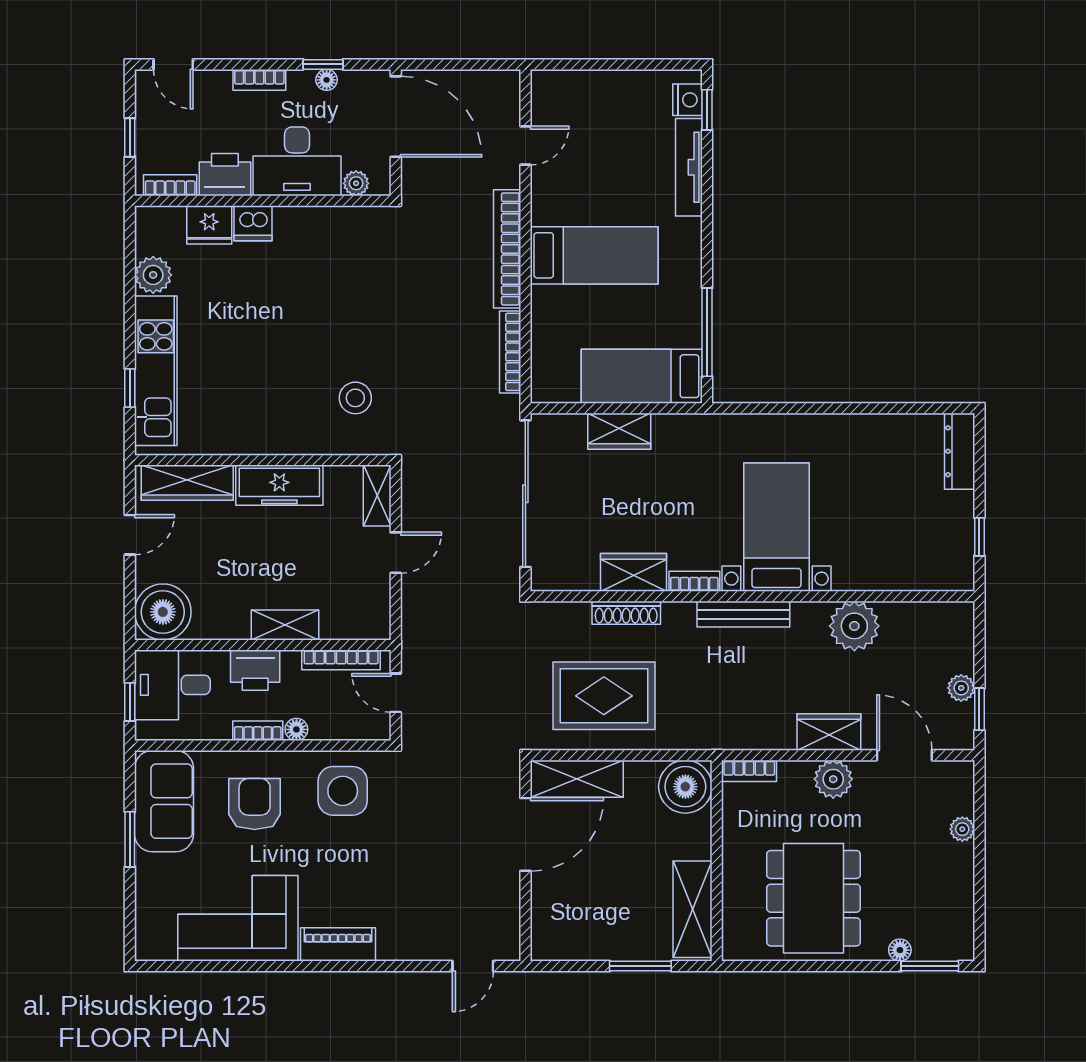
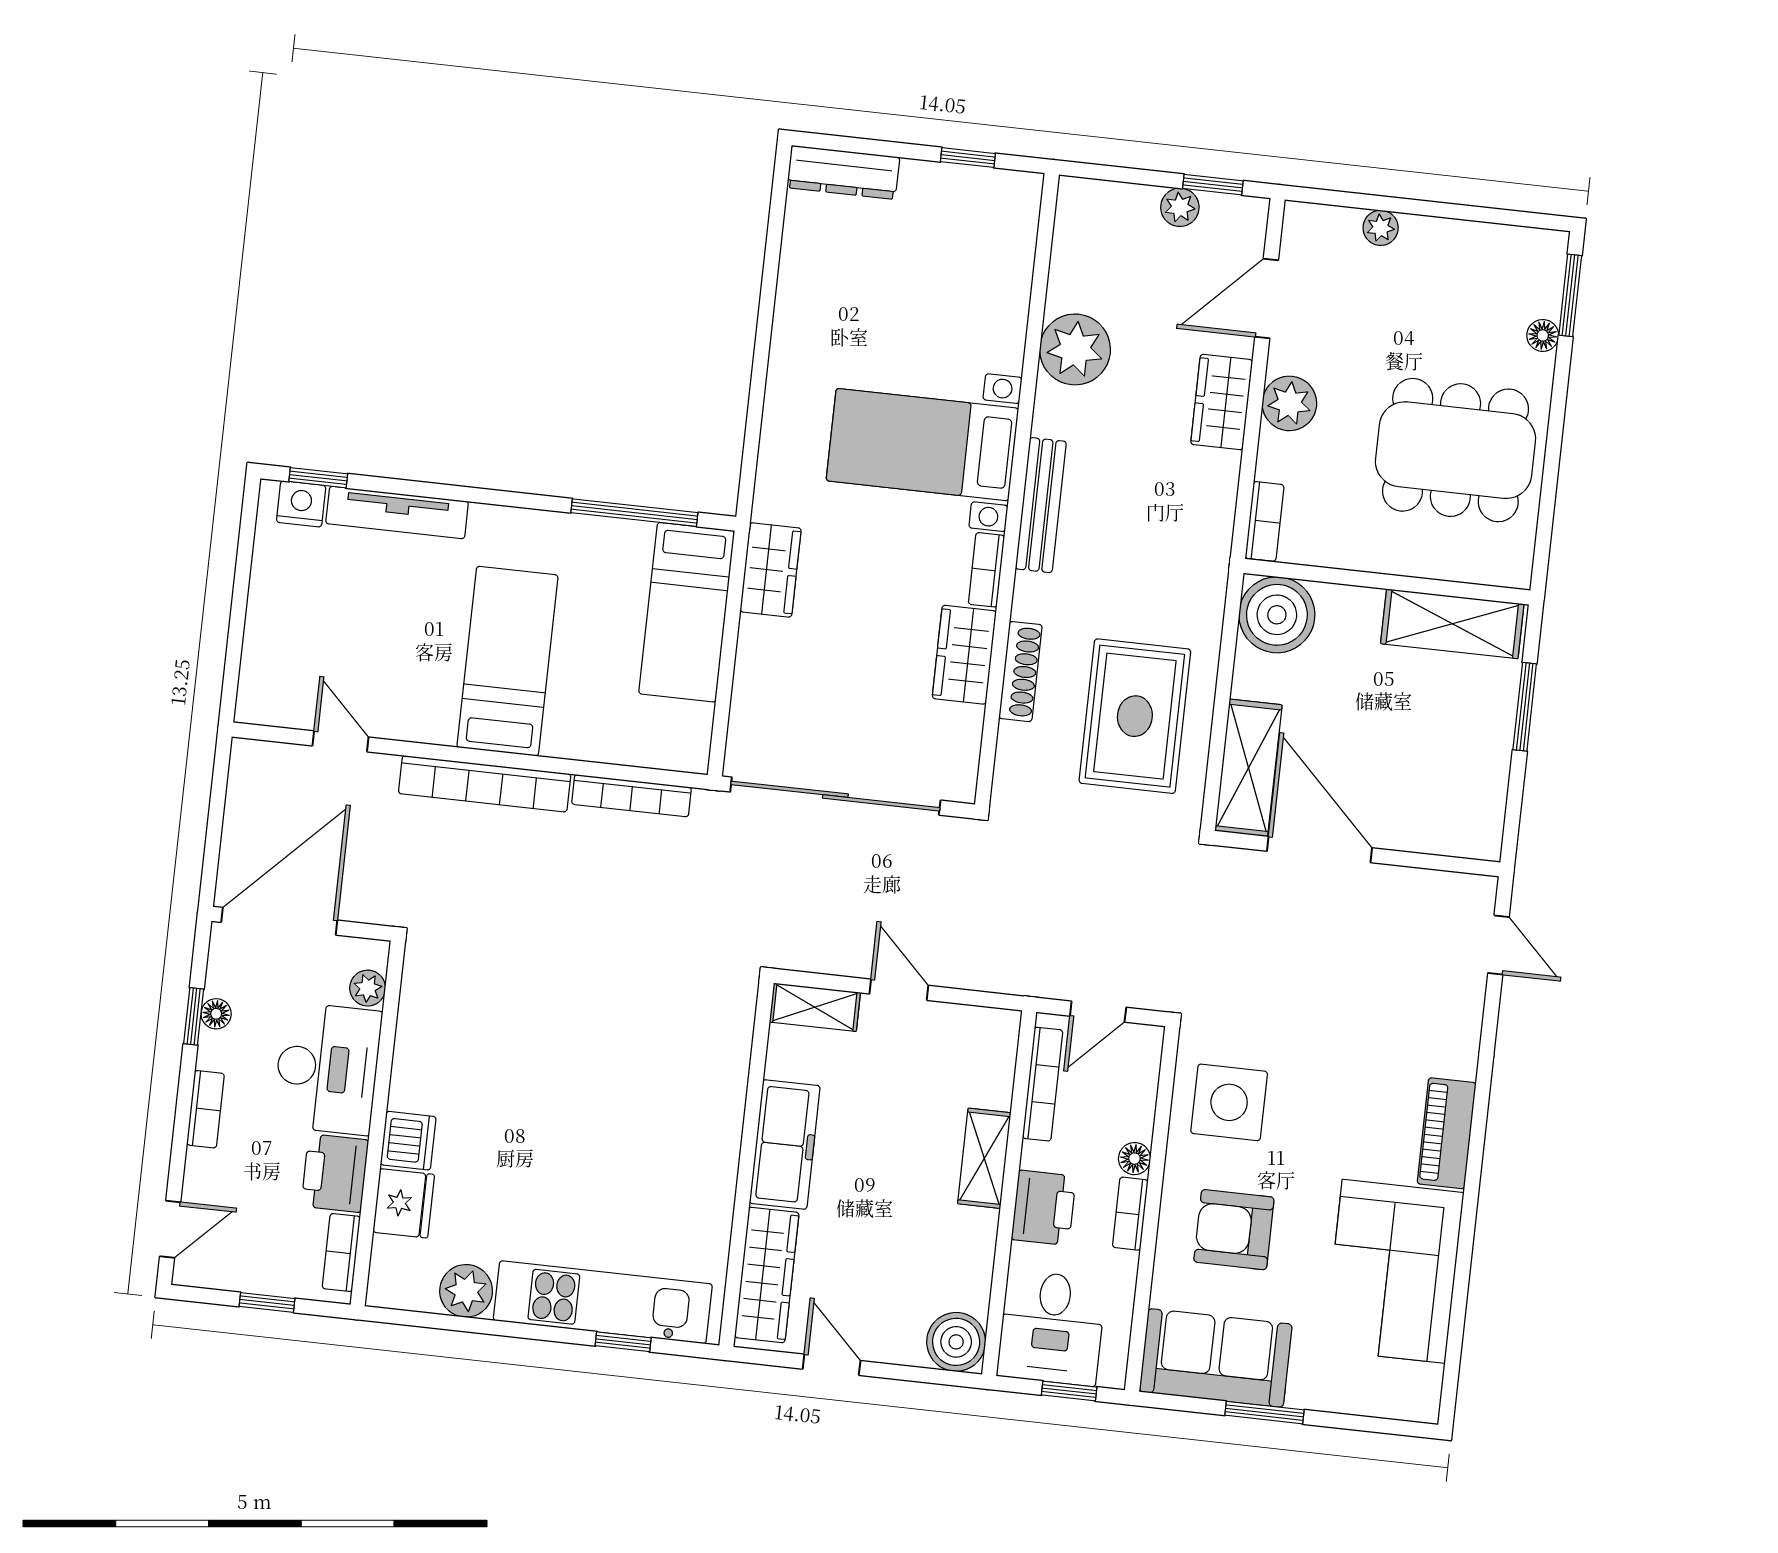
stool: (355, 398) -> (673, 1023), removed
wardrobe: (619, 431) -> (771, 570), moved
boiler: (163, 612) -> (956, 1342), width x0.73, depth x0.73

